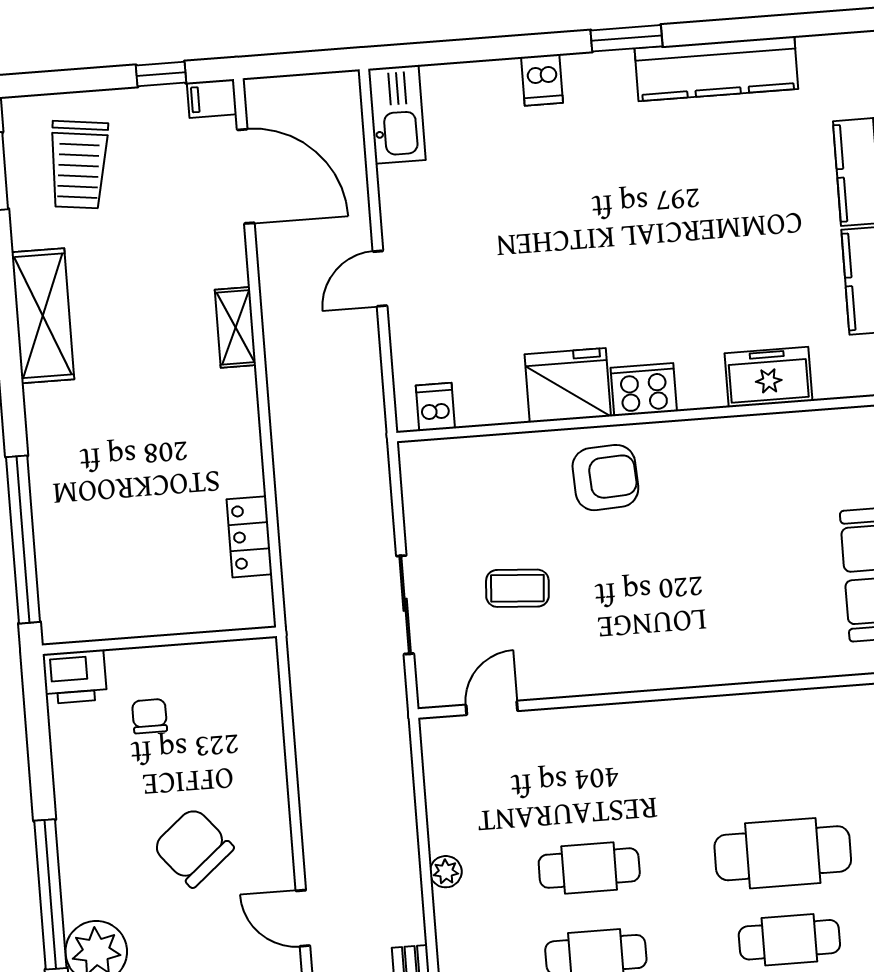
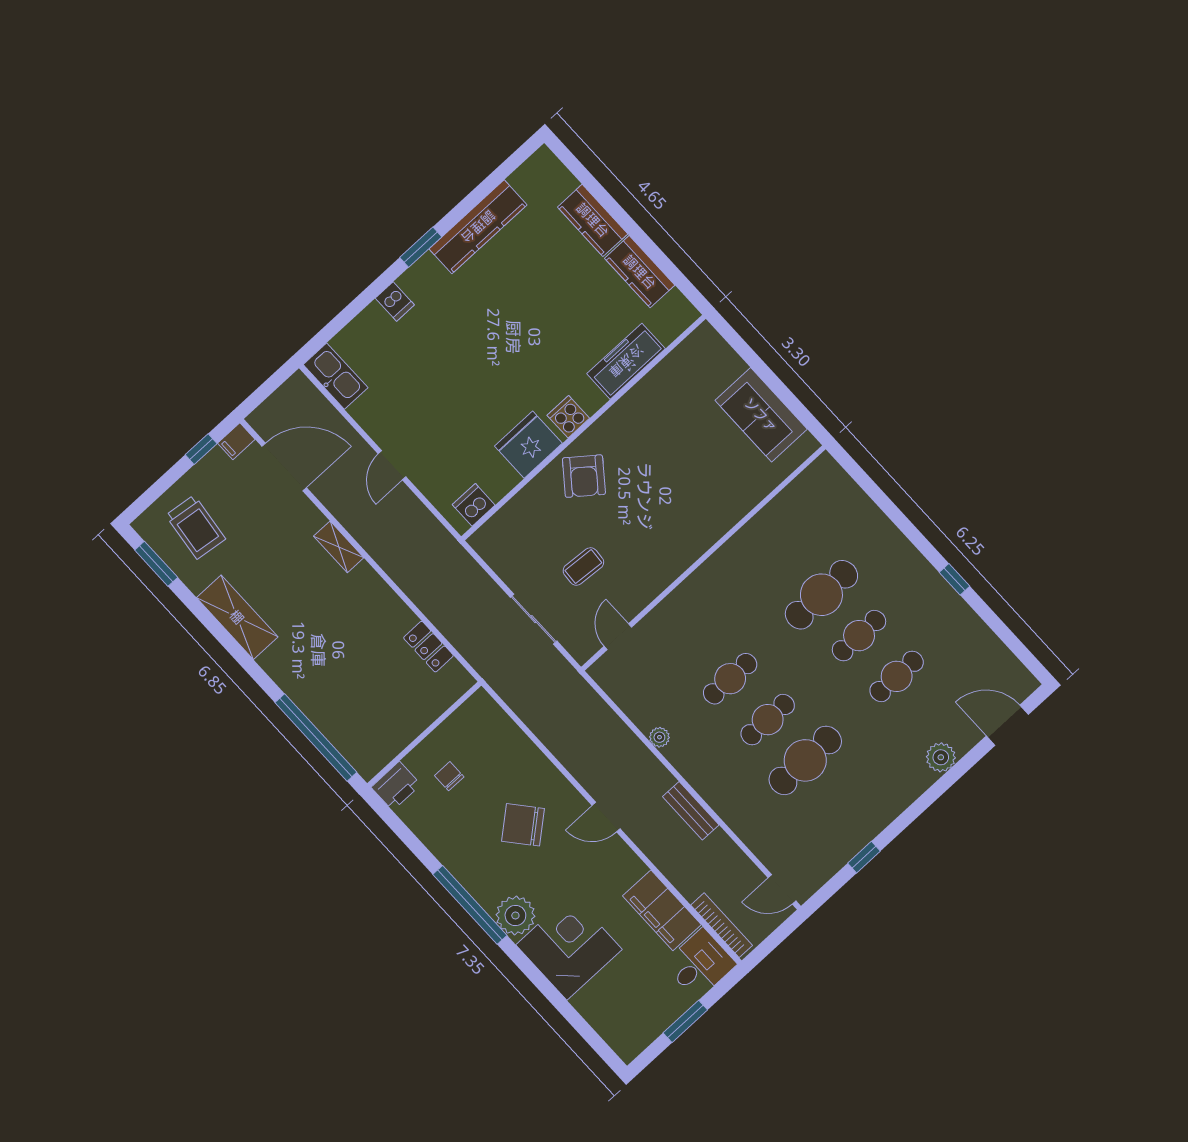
freezer: (768, 377) -> (626, 361), width x1.40
cooker: (644, 390) -> (568, 417), width x0.73
dishwasher: (435, 407) -> (474, 505), width x1.38
armchair: (605, 478) -> (584, 476), turned 131

